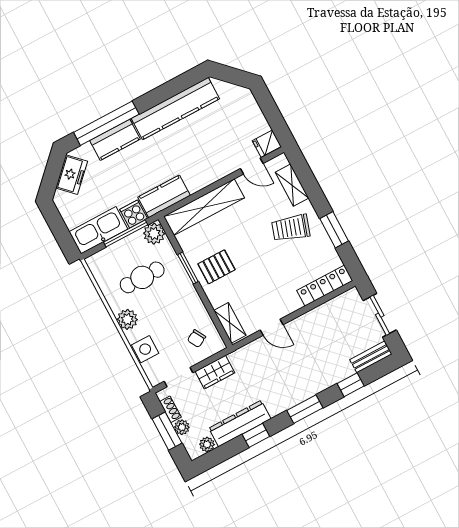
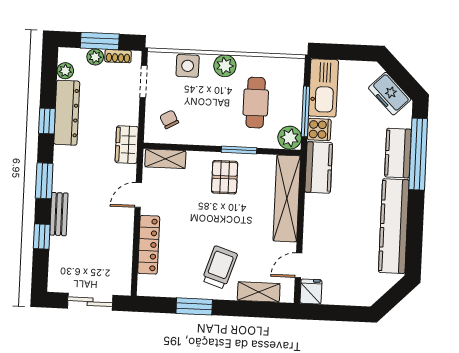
locker: (325, 286) -> (149, 245), moved
bench: (371, 357) -> (59, 214), moved
wardrobe: (215, 372) -> (127, 145), moved

